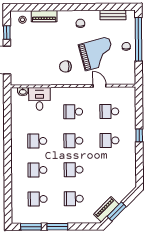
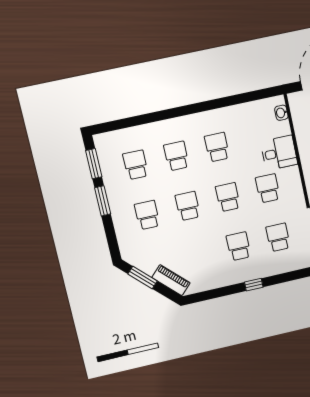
desk: (39, 99) -> (279, 153), moved
piano: (106, 209) -> (171, 280), moved

